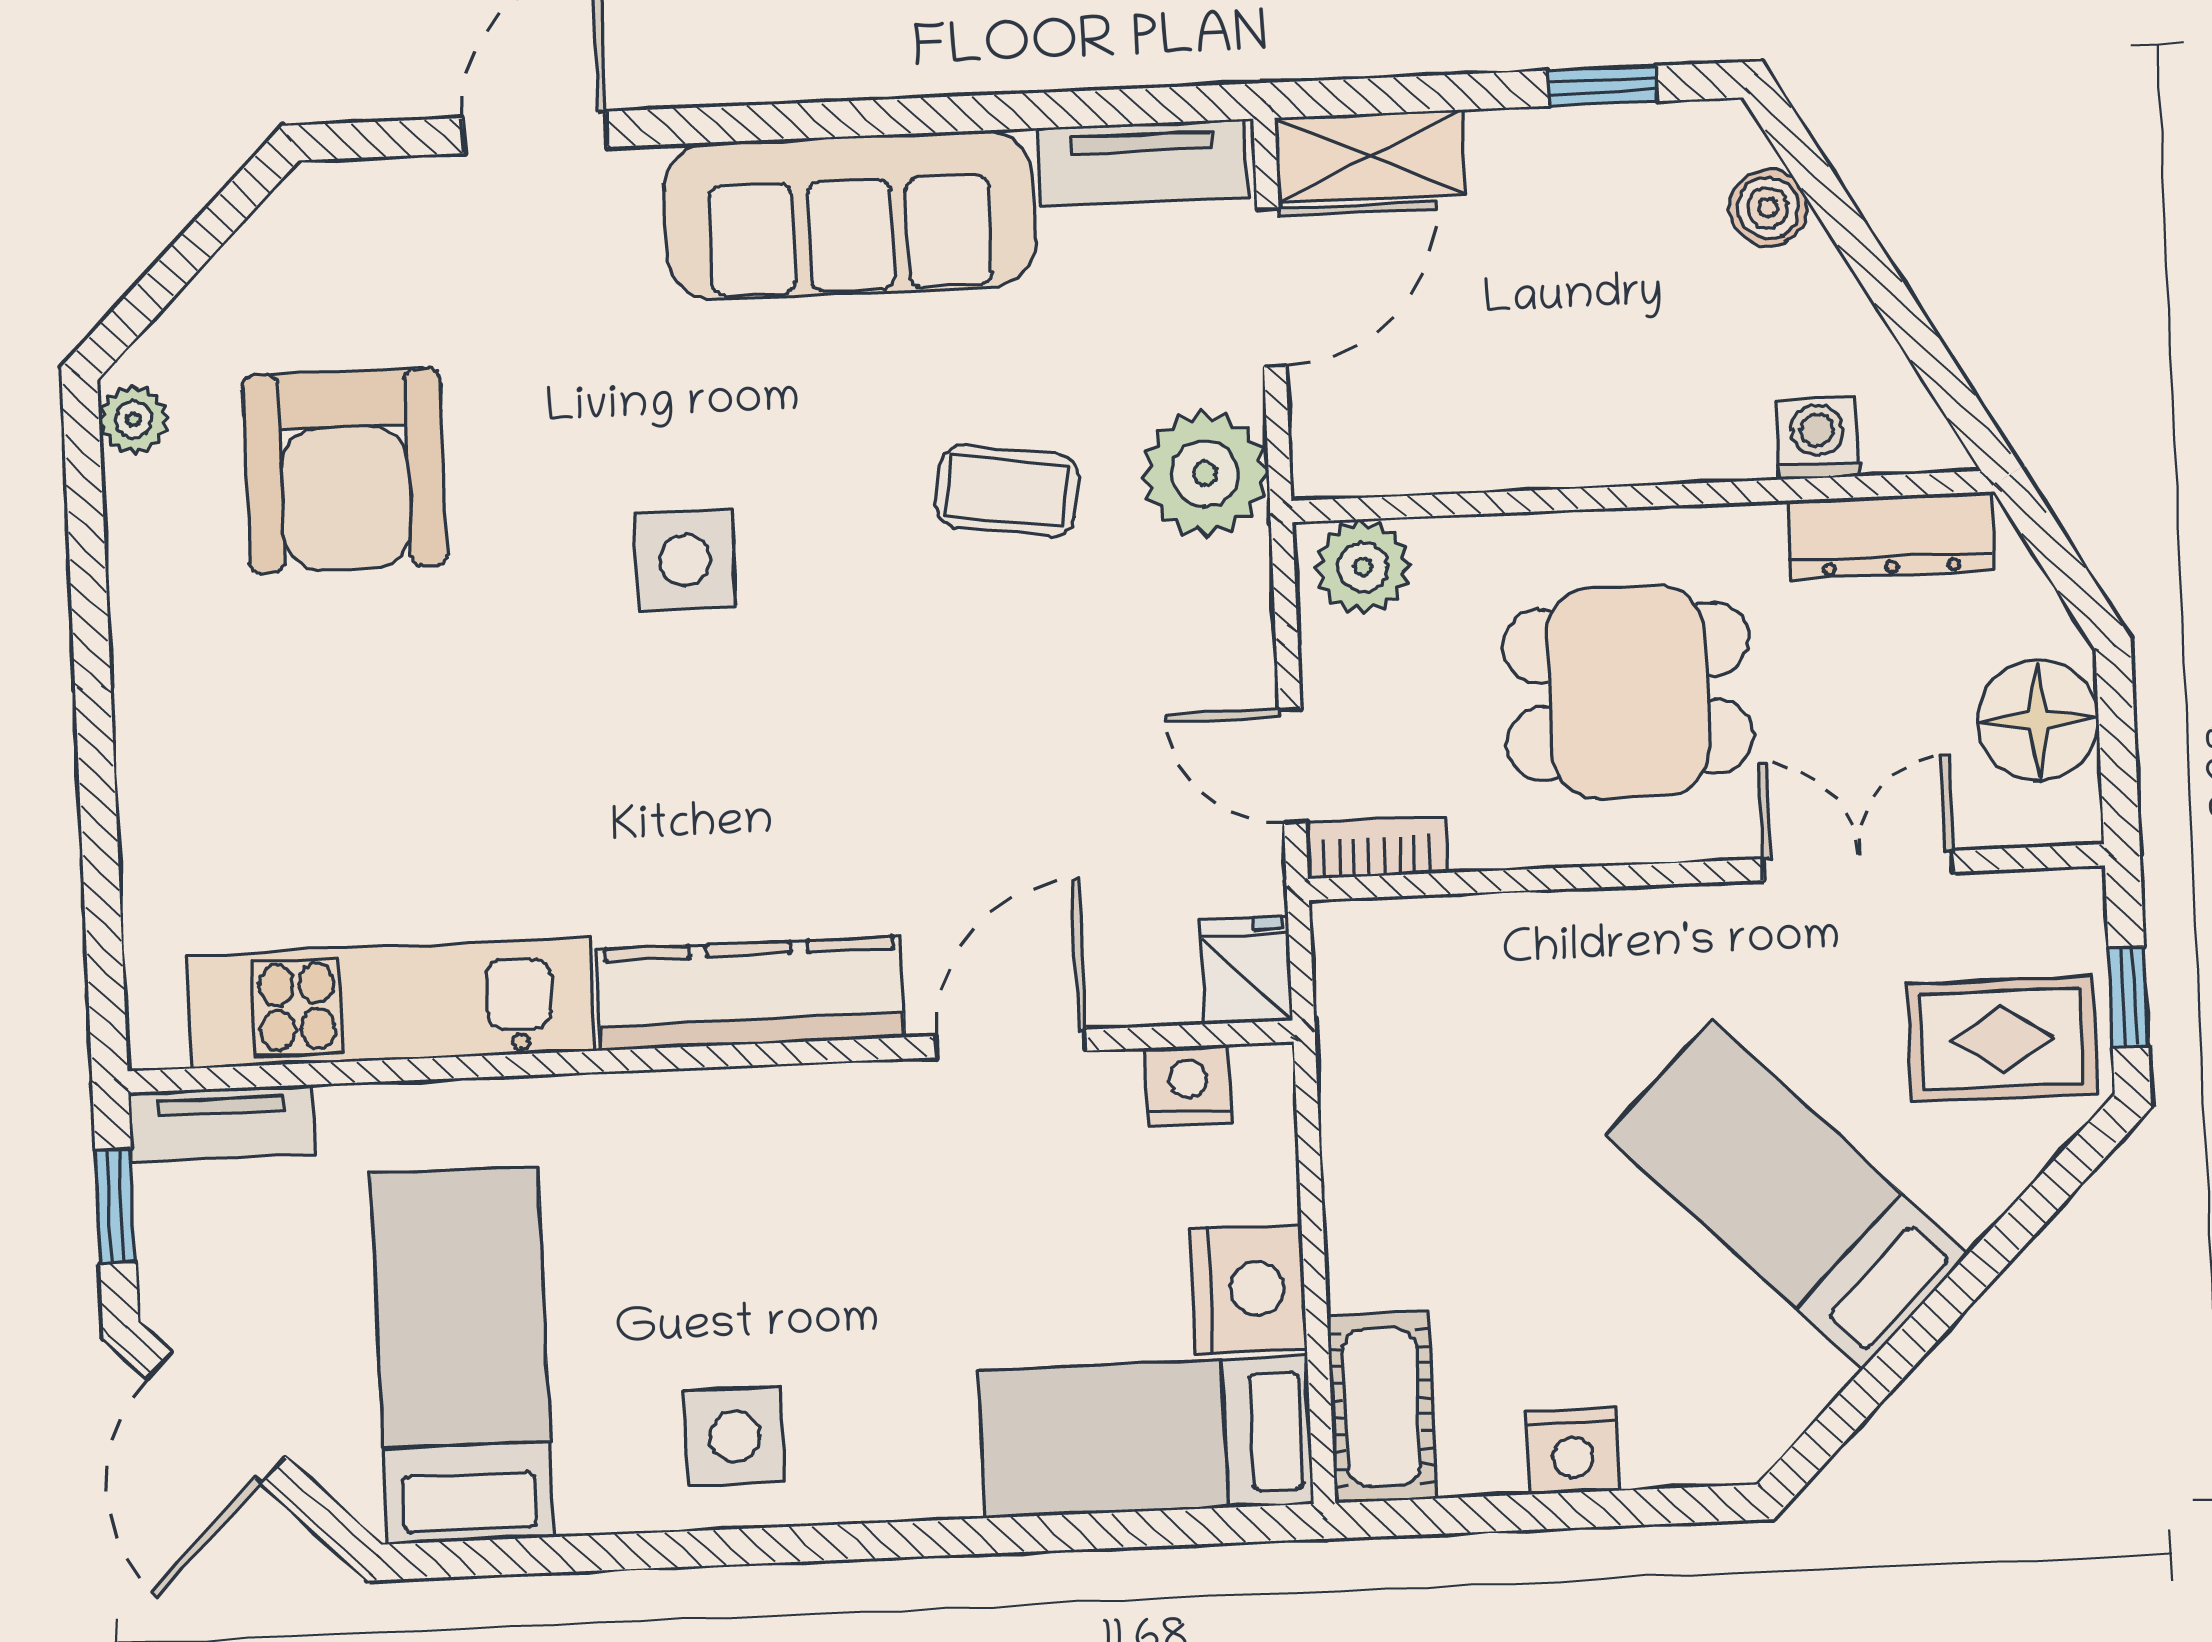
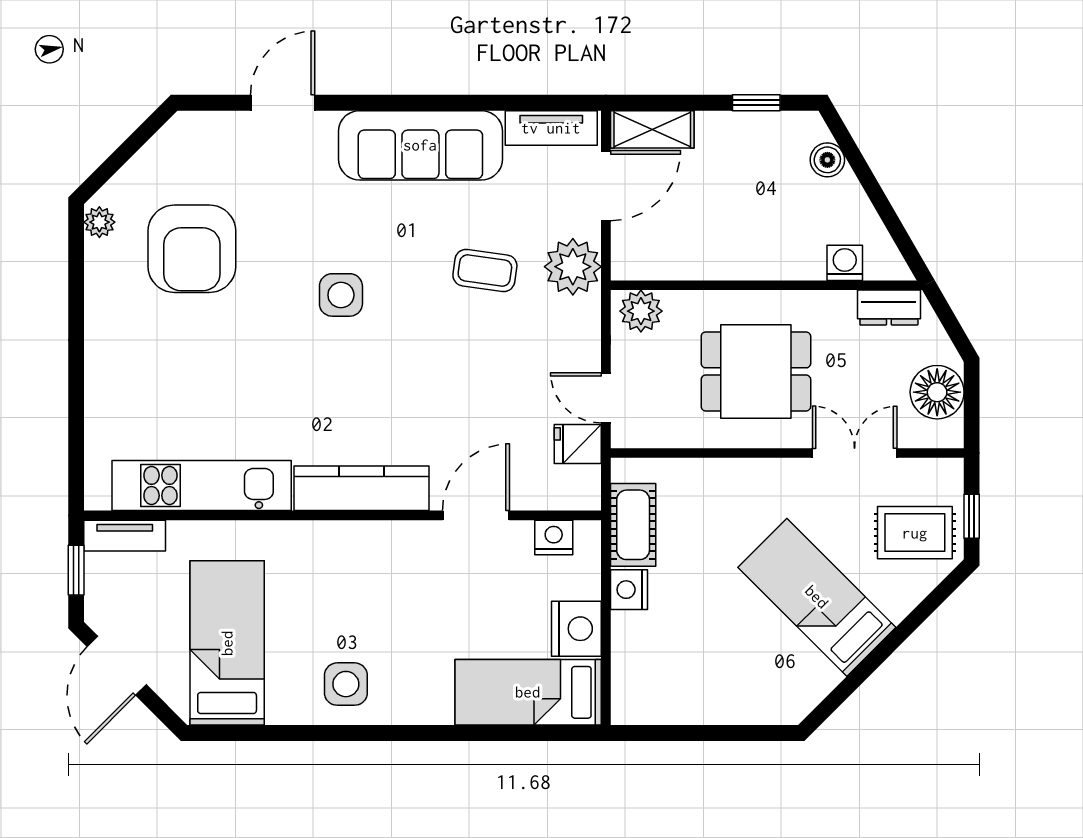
dresser: (1890, 536) -> (889, 308), width x0.70
bookcase: (1377, 848) -> (642, 436), removed
fridge: (1246, 970) -> (578, 444), moved, turned -90
cot: (1382, 1407) -> (633, 525), moved
nightstand: (1573, 1451) -> (629, 590), moved, turned 90

